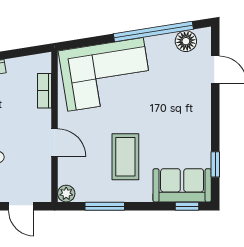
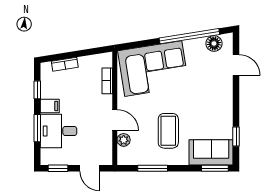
plant: (66, 194) -> (124, 140), moved
window: (187, 206) -> (215, 168), width x1.50

